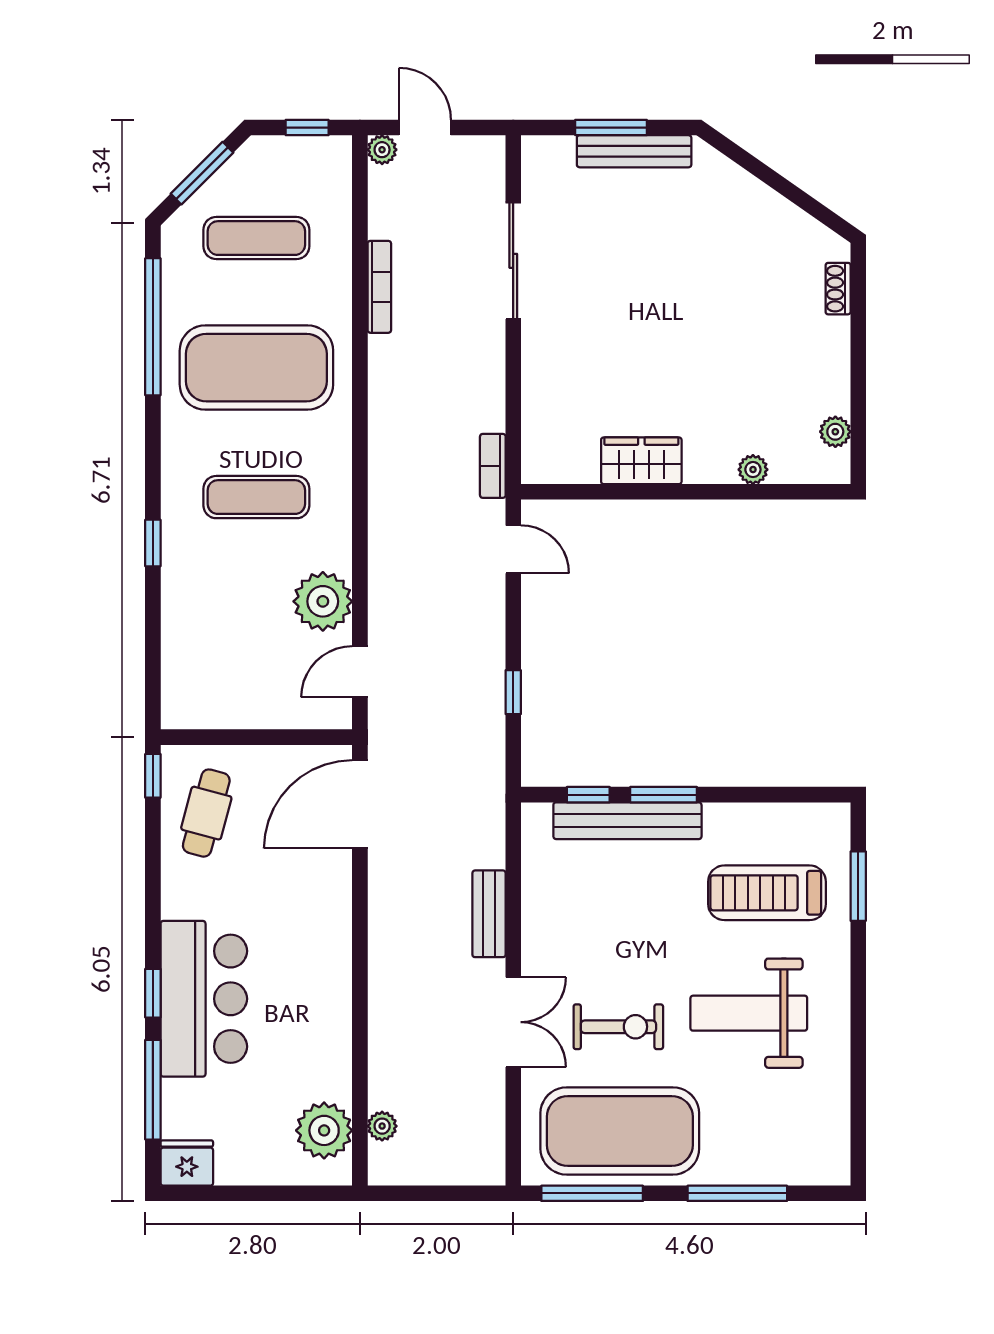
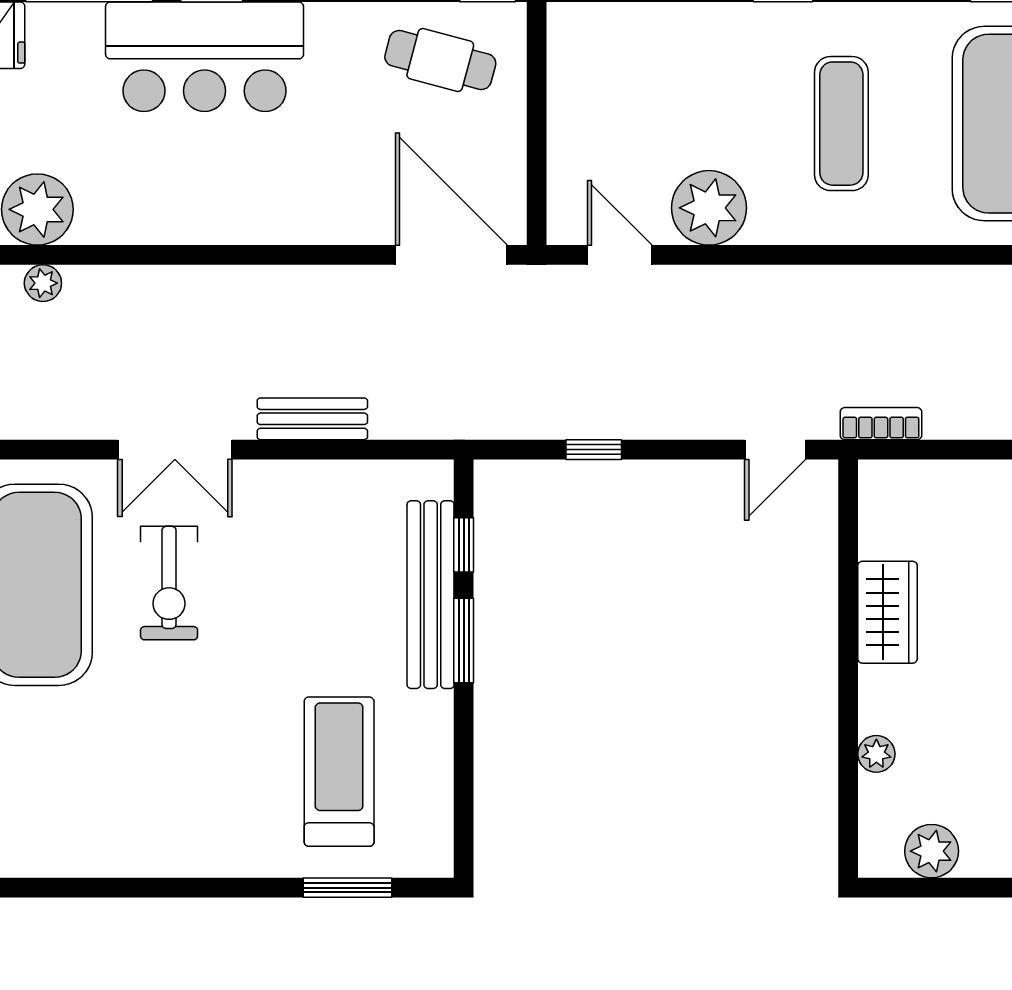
plant: (835, 432) -> (932, 851), width x1.38, depth x1.38
weight bench: (749, 1013) -> (186, 749), removed

